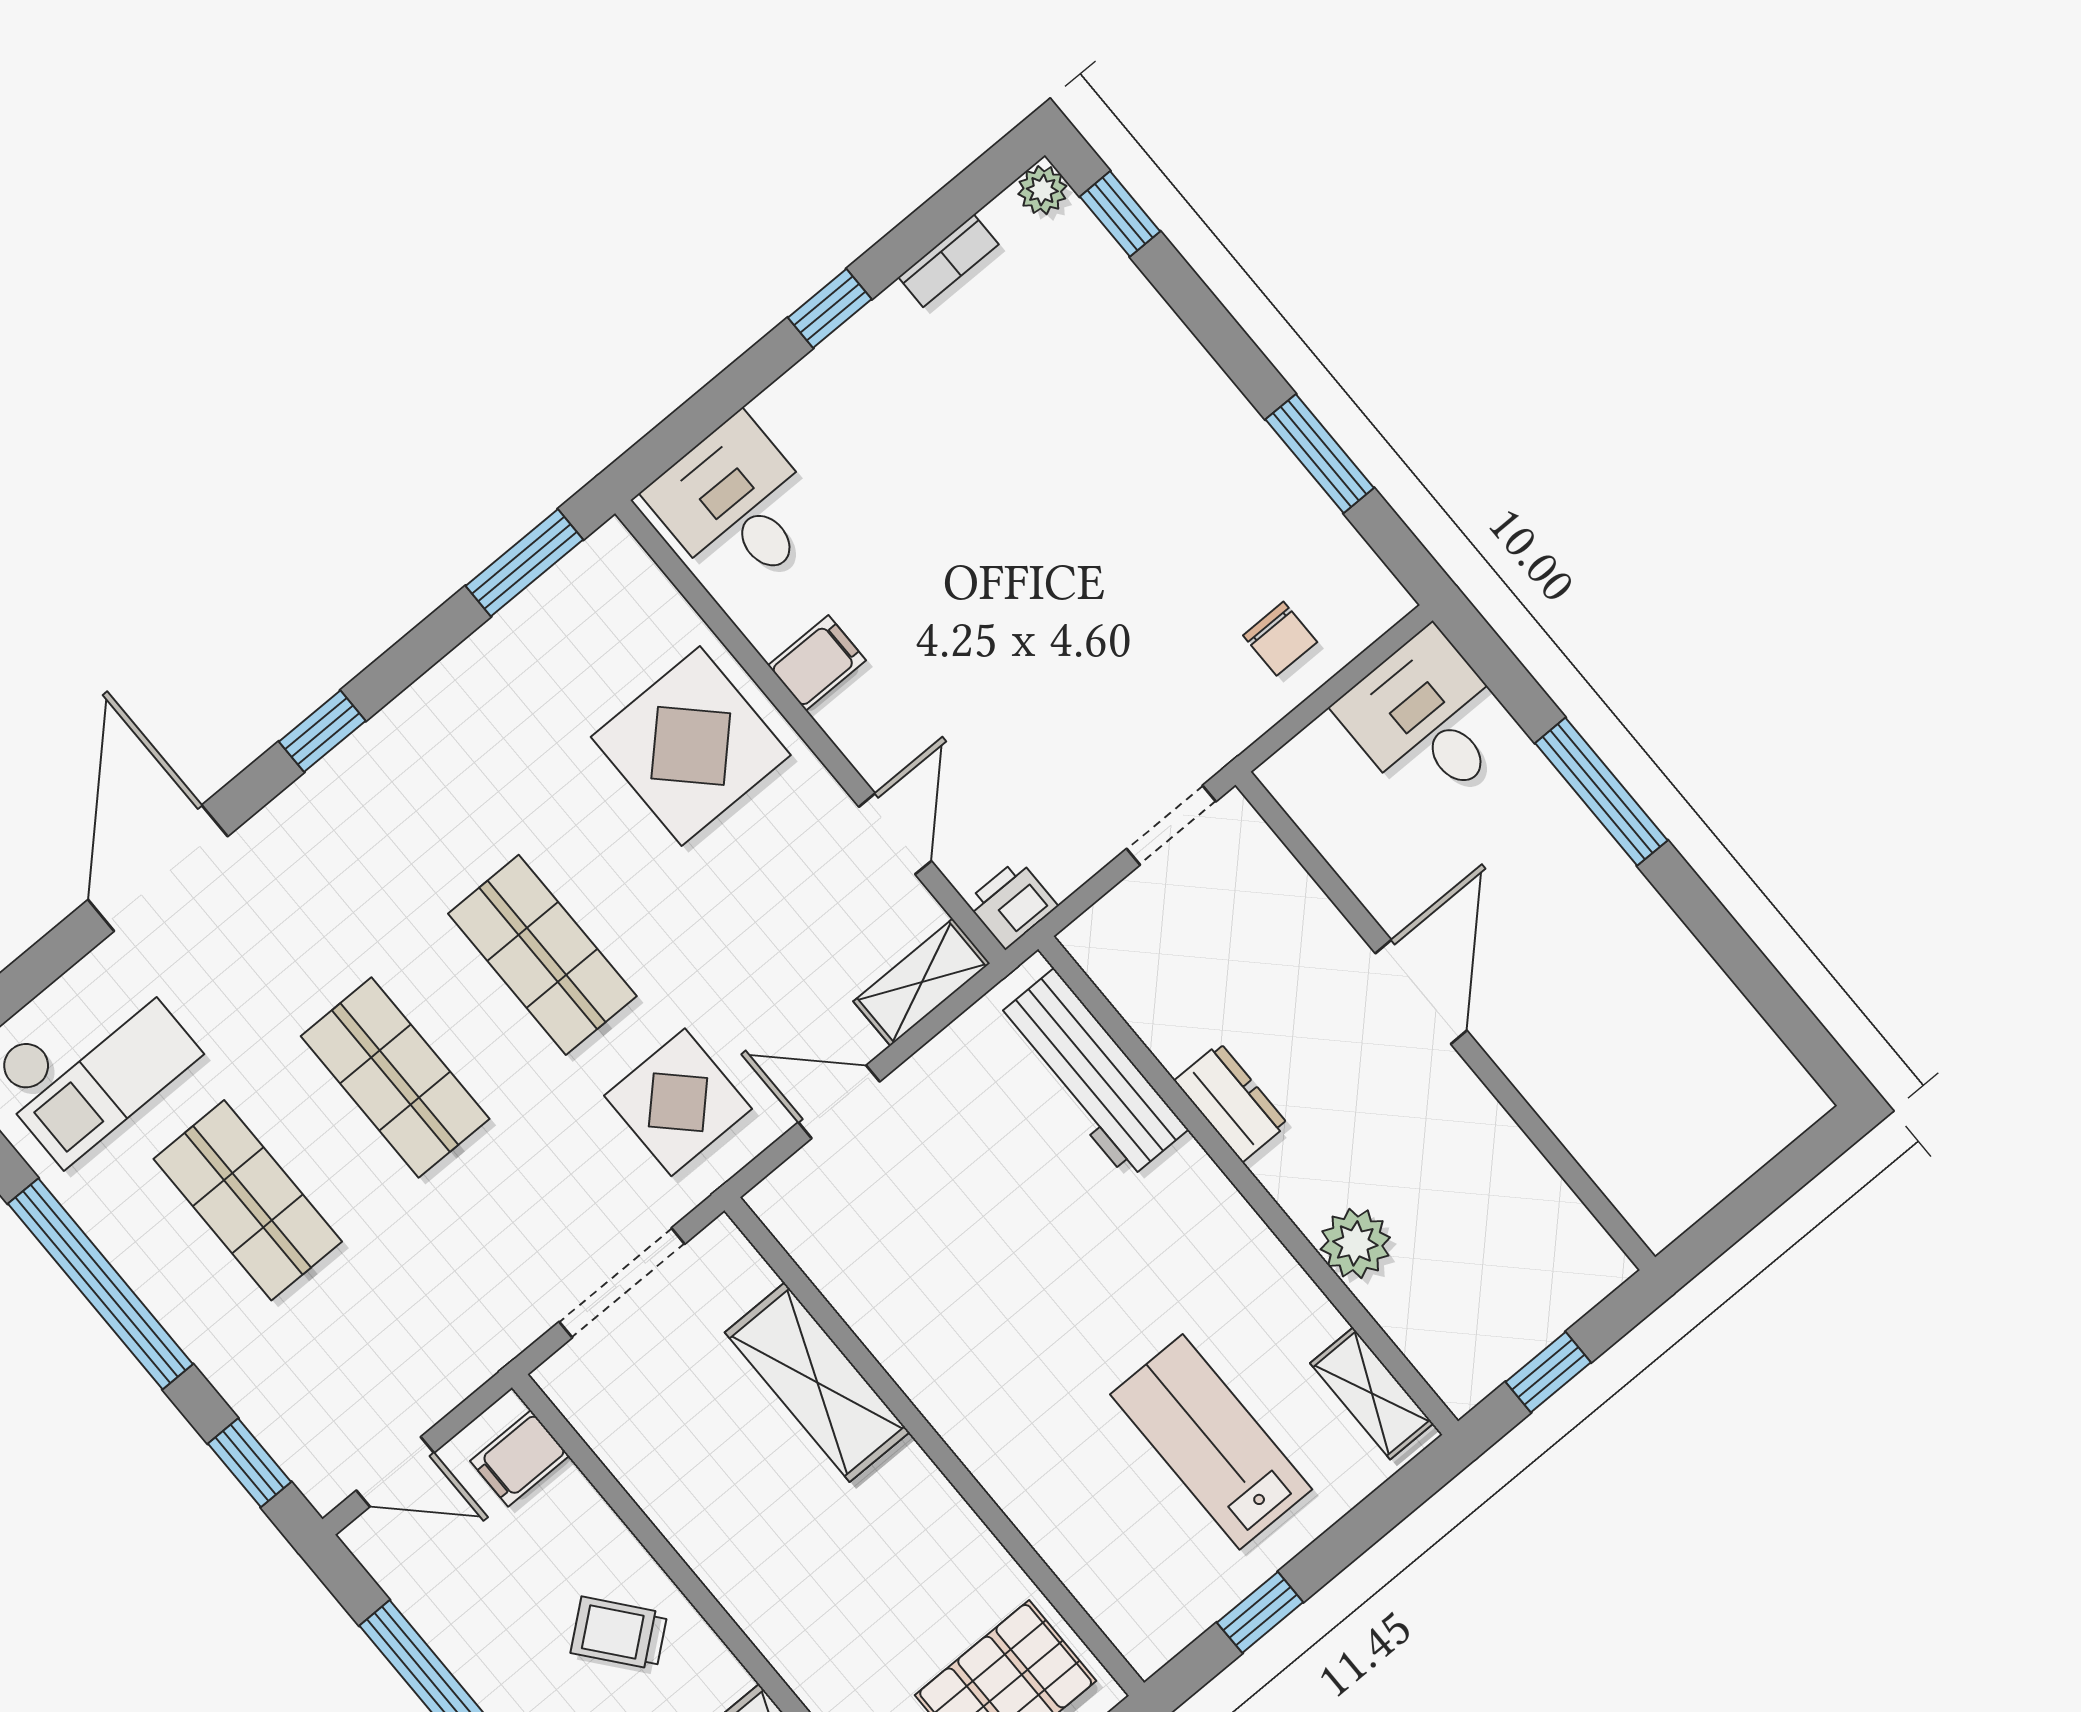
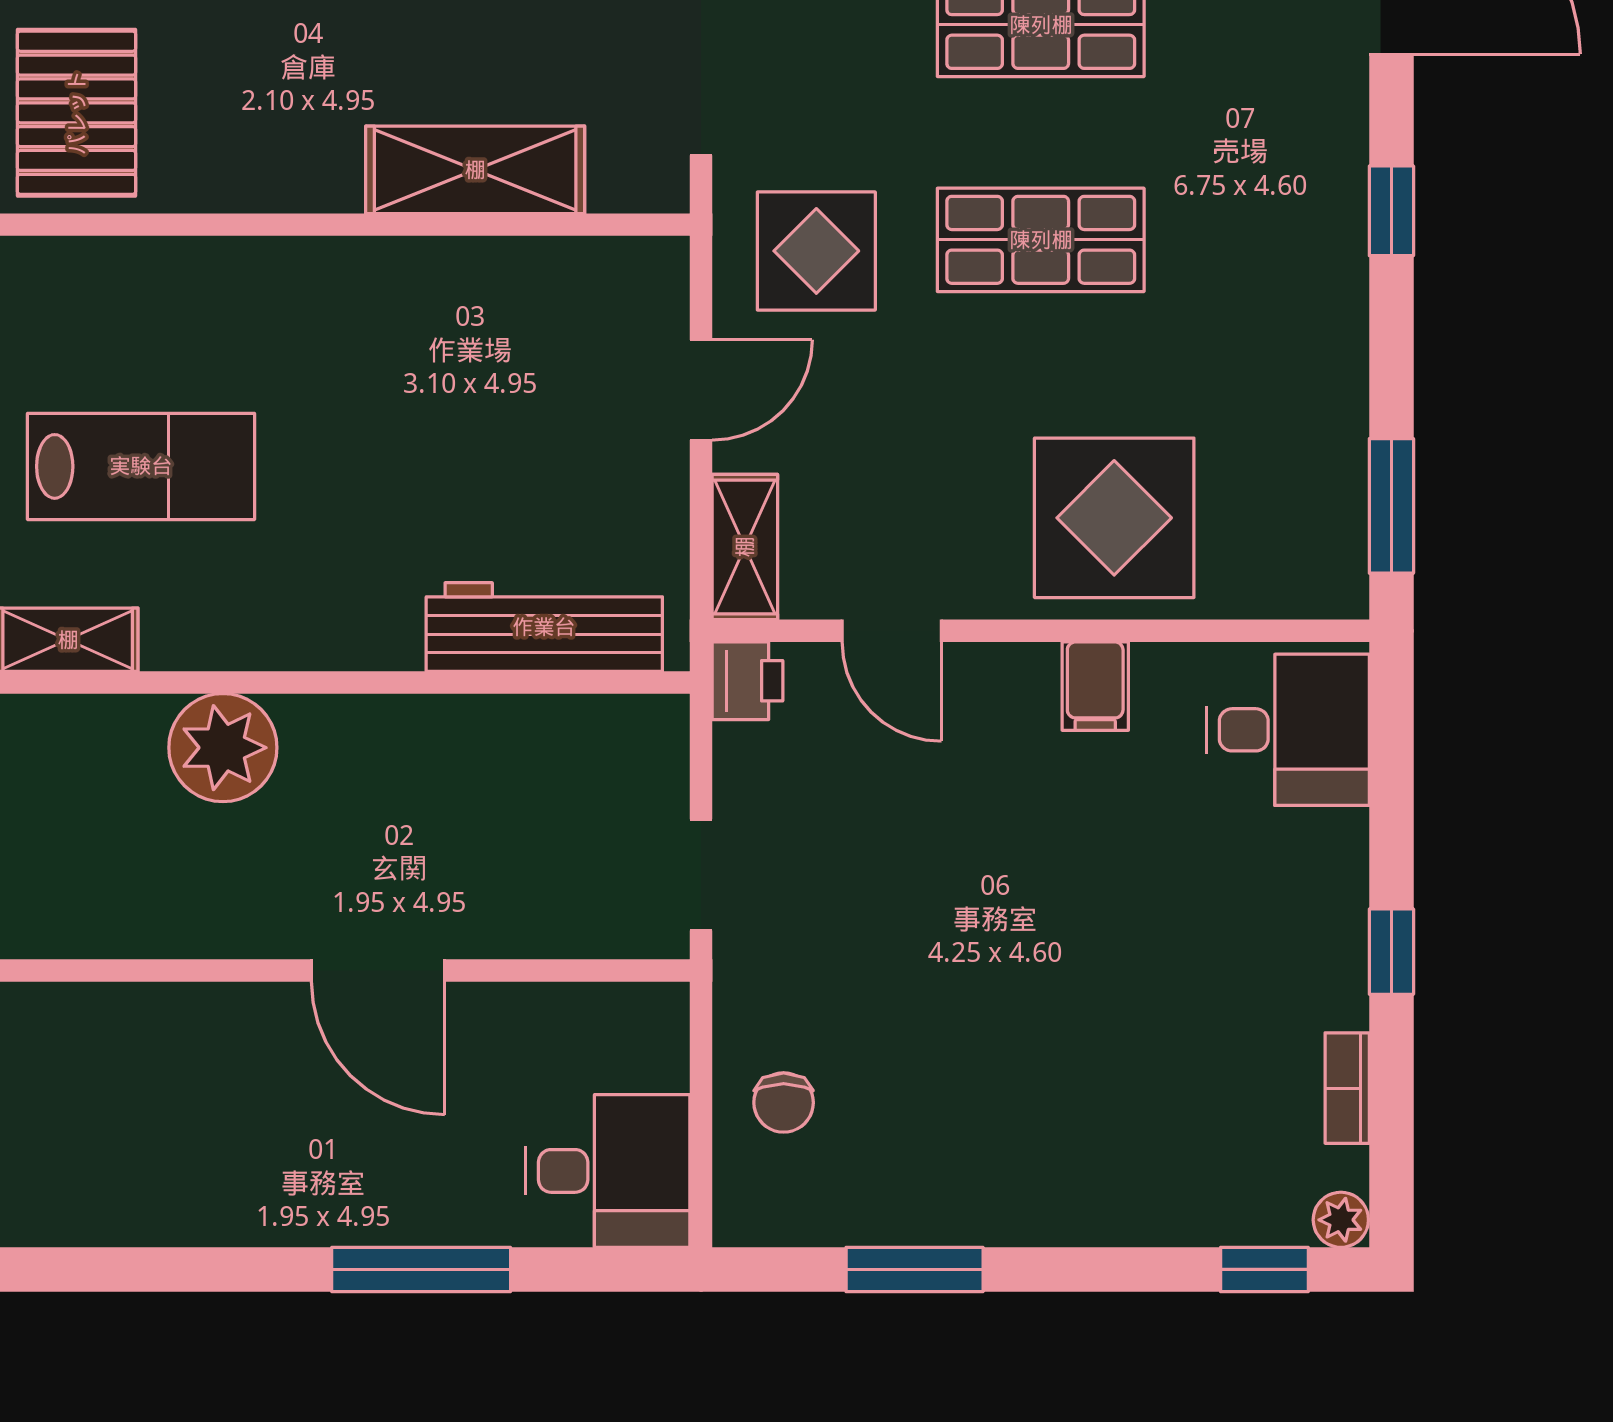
chair: (1280, 639) -> (784, 1103), turned -90
dresser: (1231, 1102) -> (419, 727), removed
plant: (1355, 1243) -> (223, 748), width x1.36, depth x1.36

